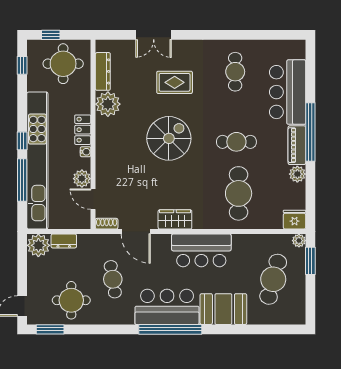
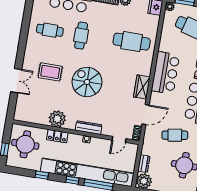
window: (22, 65) -> (42, 175), moved
dresser: (103, 71) -> (89, 128), moved
rug: (175, 82) -> (50, 72), turned 90
locker: (83, 130) -> (57, 136), moved
cafe table: (236, 142) -> (81, 36), moved
plant: (82, 179) -> (104, 145), removed

